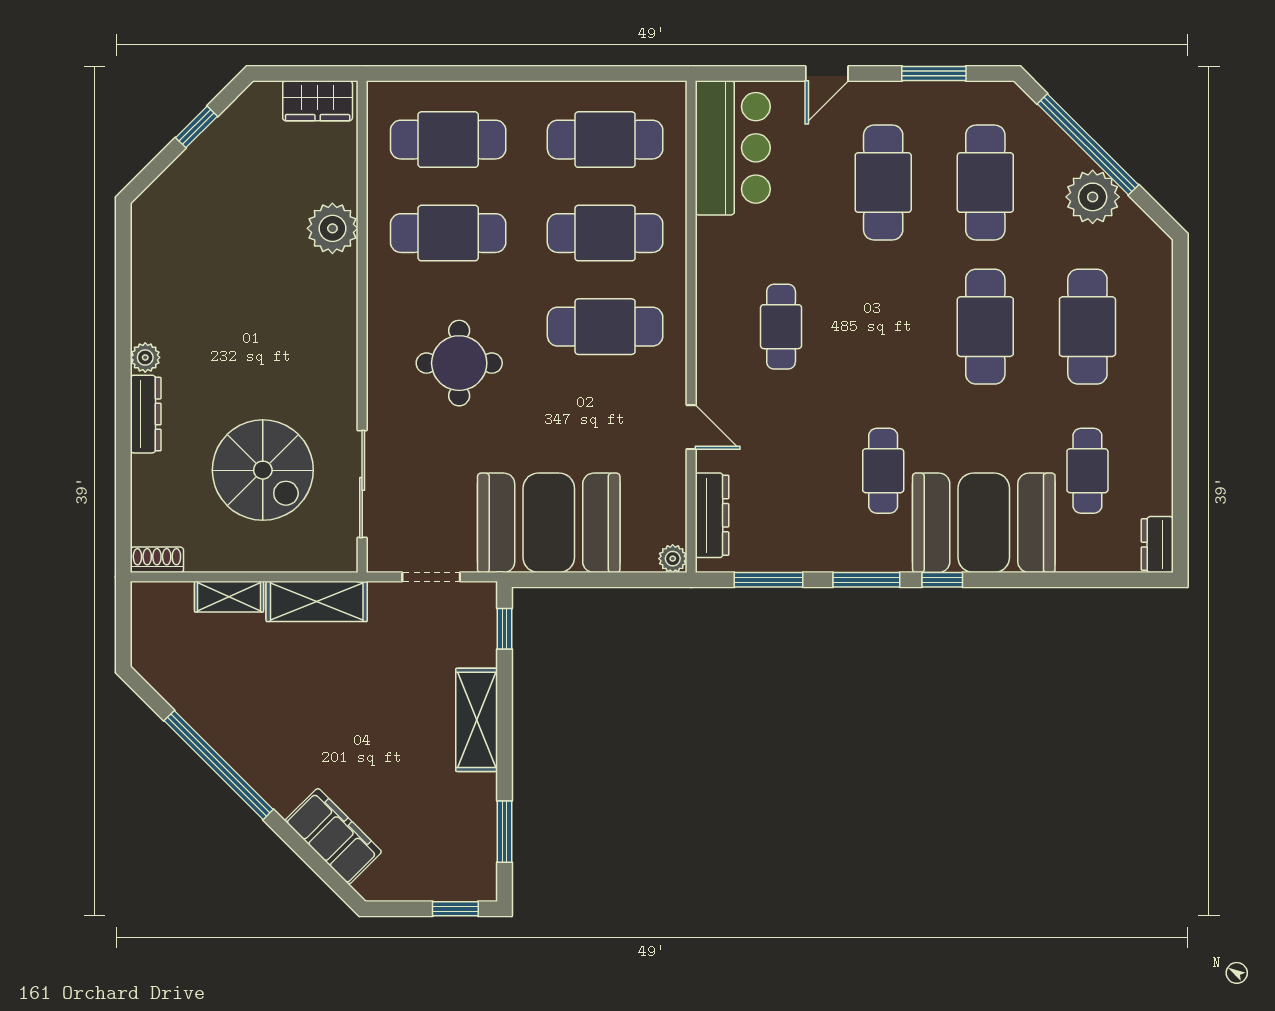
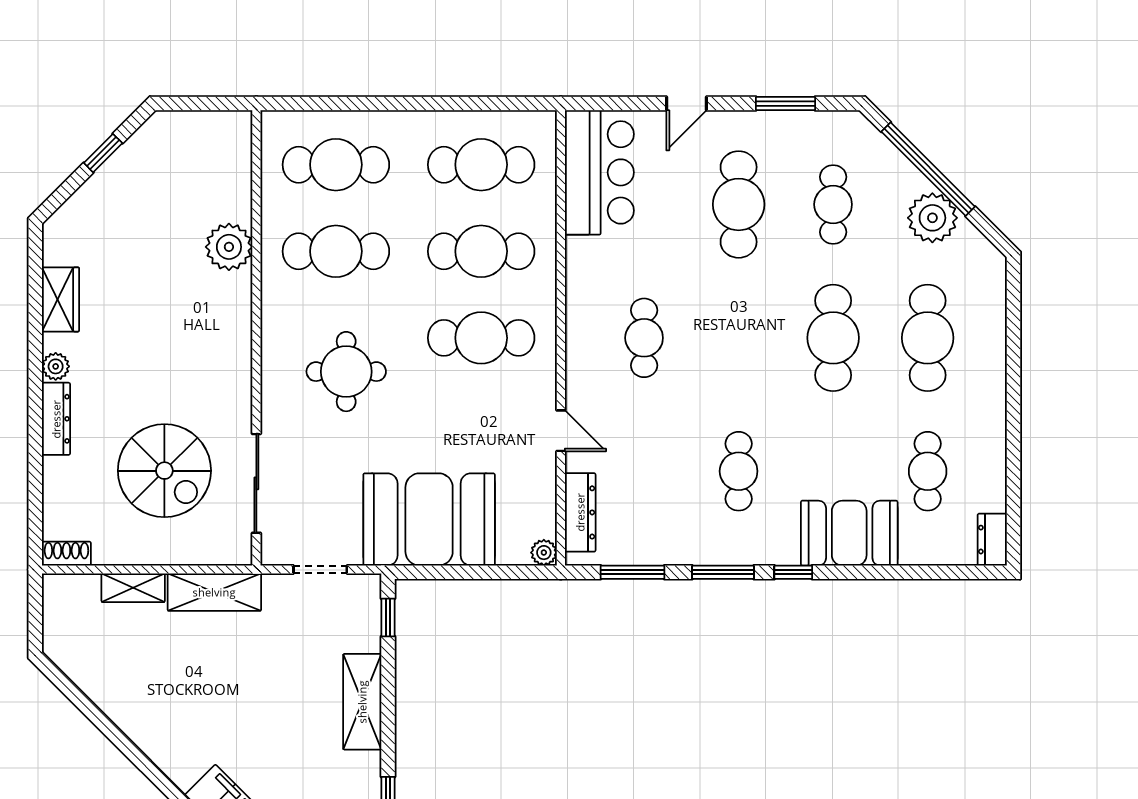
wardrobe: (318, 101) -> (61, 299), moved, turned -90
cafe table: (985, 183) -> (833, 204), width x0.73, depth x0.74
booth: (984, 523) -> (849, 533), width x0.73, depth x0.70
window: (219, 765) -> (124, 744), removed

